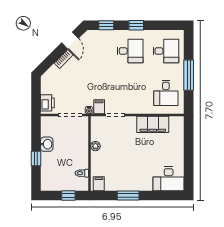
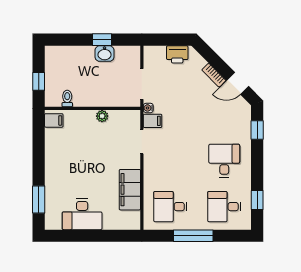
window: (136, 25) -> (257, 200), moved
desk: (130, 51) -> (224, 161), turned 180
desk: (166, 51) -> (224, 207), turned 90
printer: (47, 103) -> (177, 54), moved
window: (36, 159) -> (102, 40), moved
desk: (169, 179) -> (82, 214), moved, turned -90
window: (128, 195) -> (39, 199), moved

